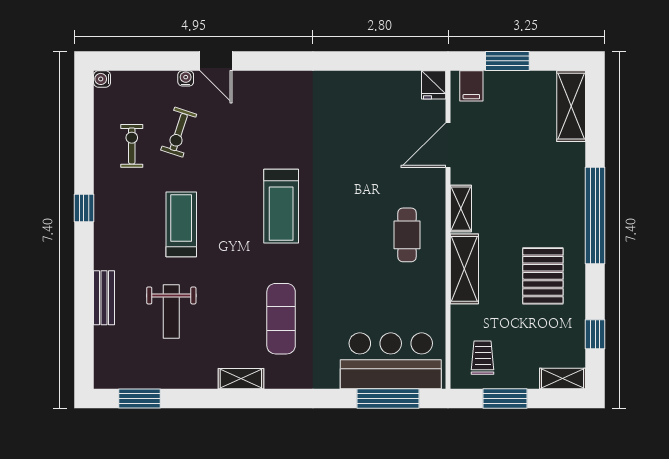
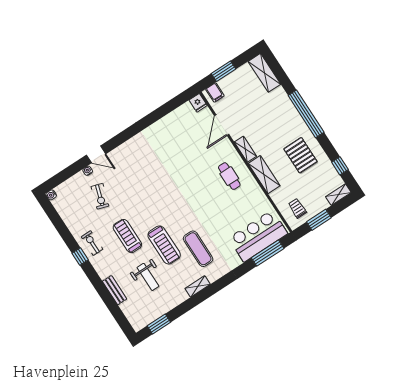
exercise bike: (132, 146) -> (92, 243), moved
treadmill: (281, 206) -> (164, 245), moved

